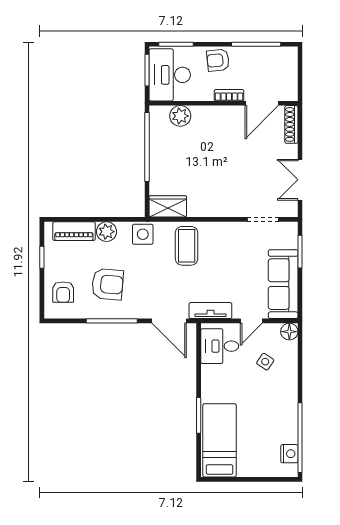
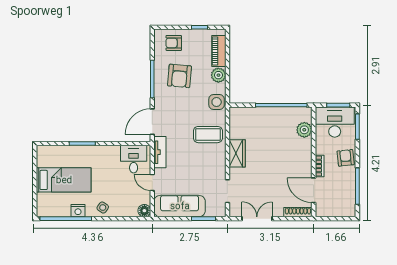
wardrobe: (168, 206) -> (237, 153), moved
side table: (265, 362) -> (103, 208), moved
bed: (220, 440) -> (64, 180), moved
nightstand: (289, 454) -> (78, 211), moved

